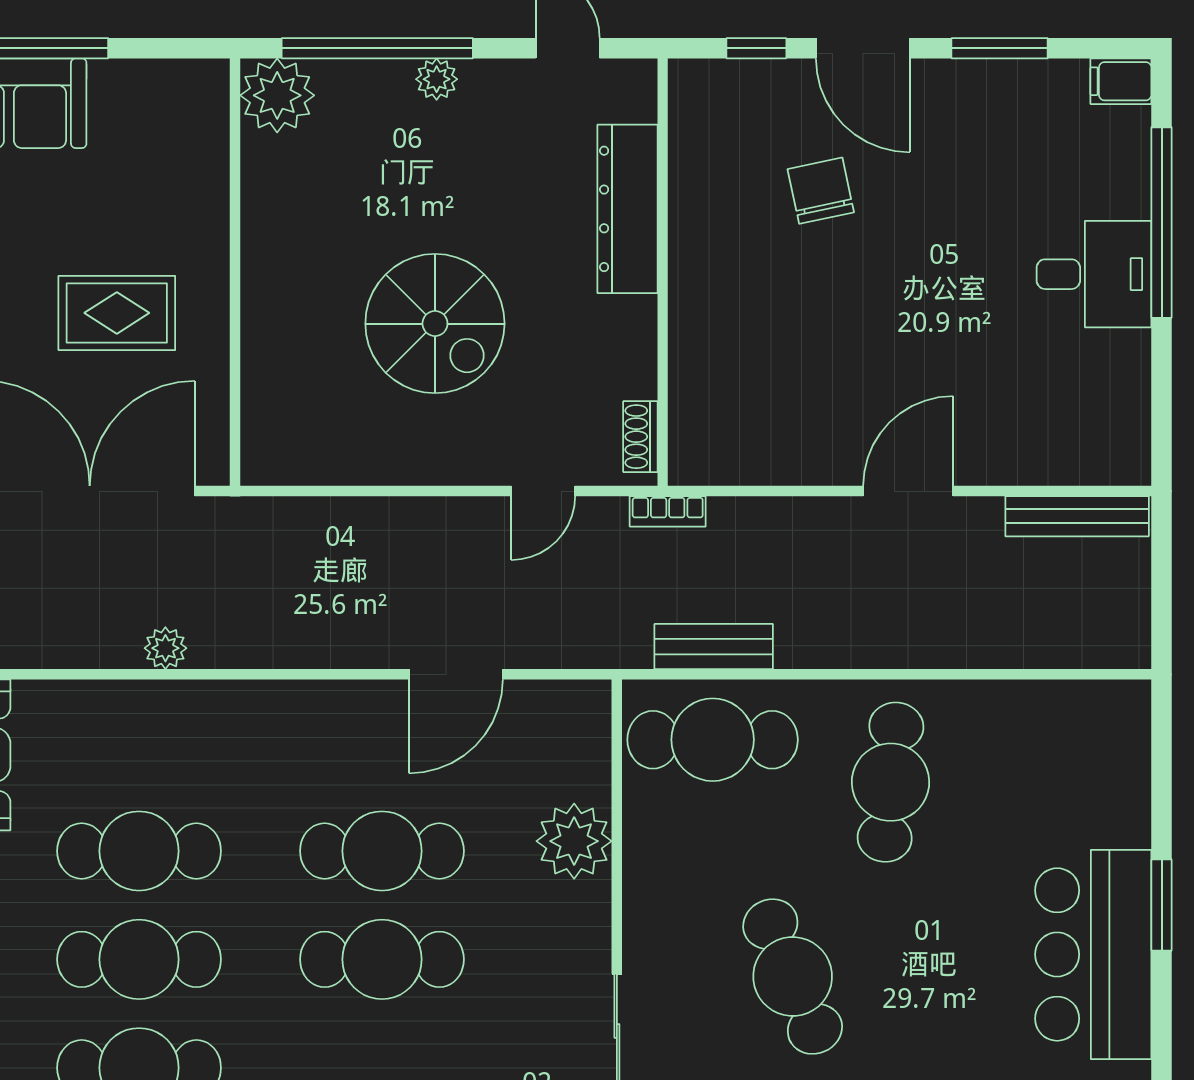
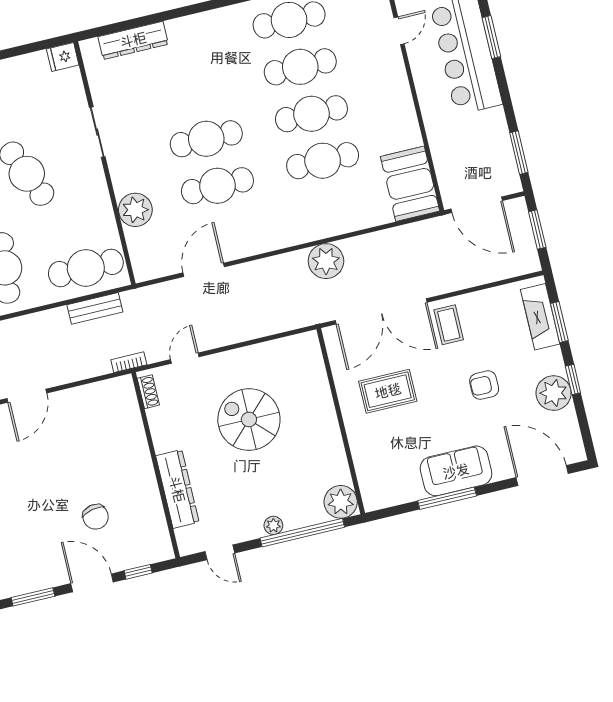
plant: (165, 648) -> (326, 261), width x1.88, depth x1.88

